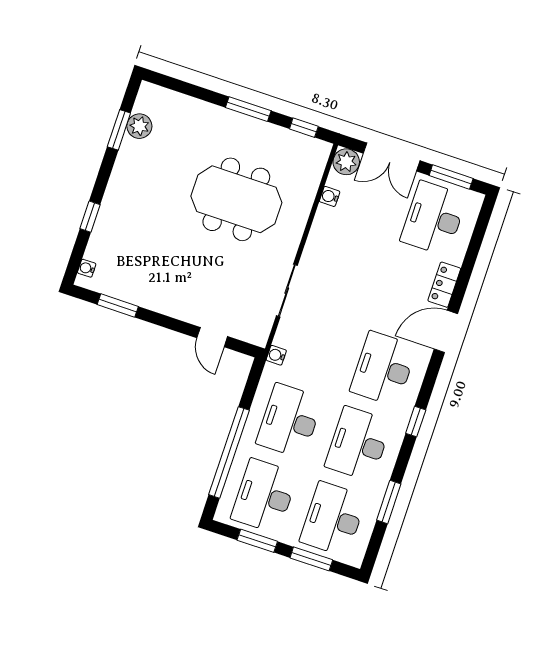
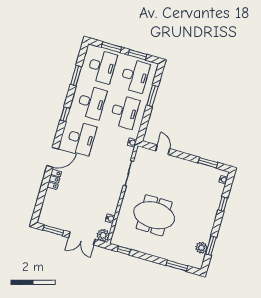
window: (248, 109) -> (177, 266), moved
double door: (392, 157) -> (82, 238), swing flipped
desk: (434, 218) -> (61, 210), removed
window: (229, 452) -> (152, 96), width x0.47

